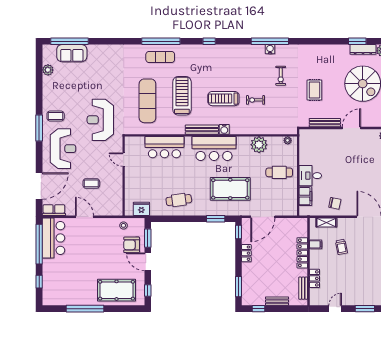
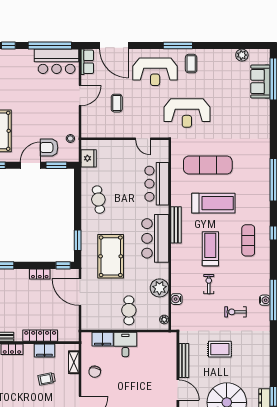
exercise mat: (160, 57) -> (248, 240), moved
reception desk: (100, 120) -> (187, 113), turned 180
water cooler: (224, 129) -> (176, 299), moved
door: (124, 160) -> (143, 139), swing flipped
filing cabinet: (316, 244) -> (44, 350), width x2.00
armchair: (132, 245) -> (49, 147), turned -90

